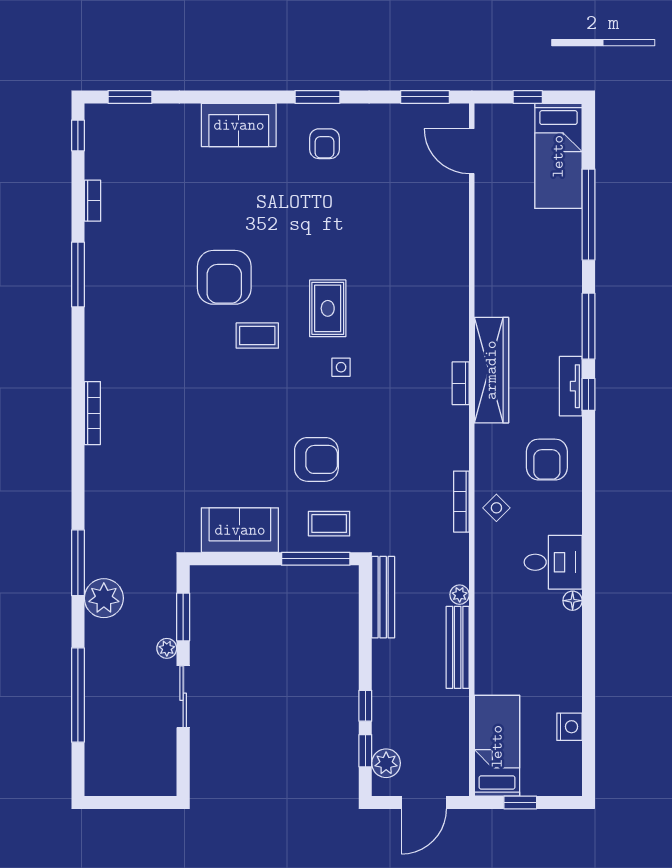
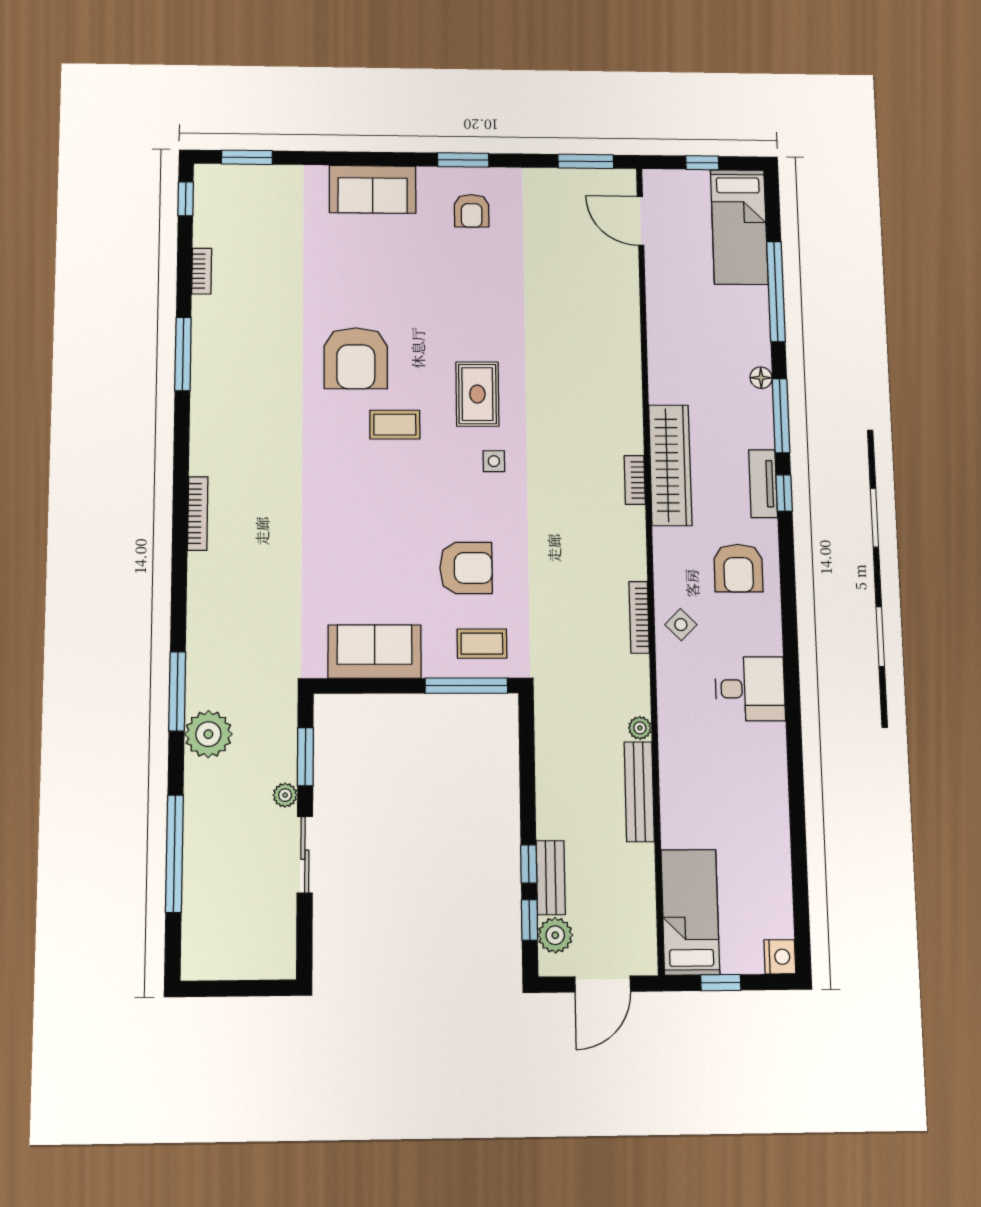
bench: (383, 597) -> (551, 878), moved, width x0.73
floor lamp: (573, 601) -> (761, 378), moved
nightstand: (569, 727) -> (780, 957), moved

